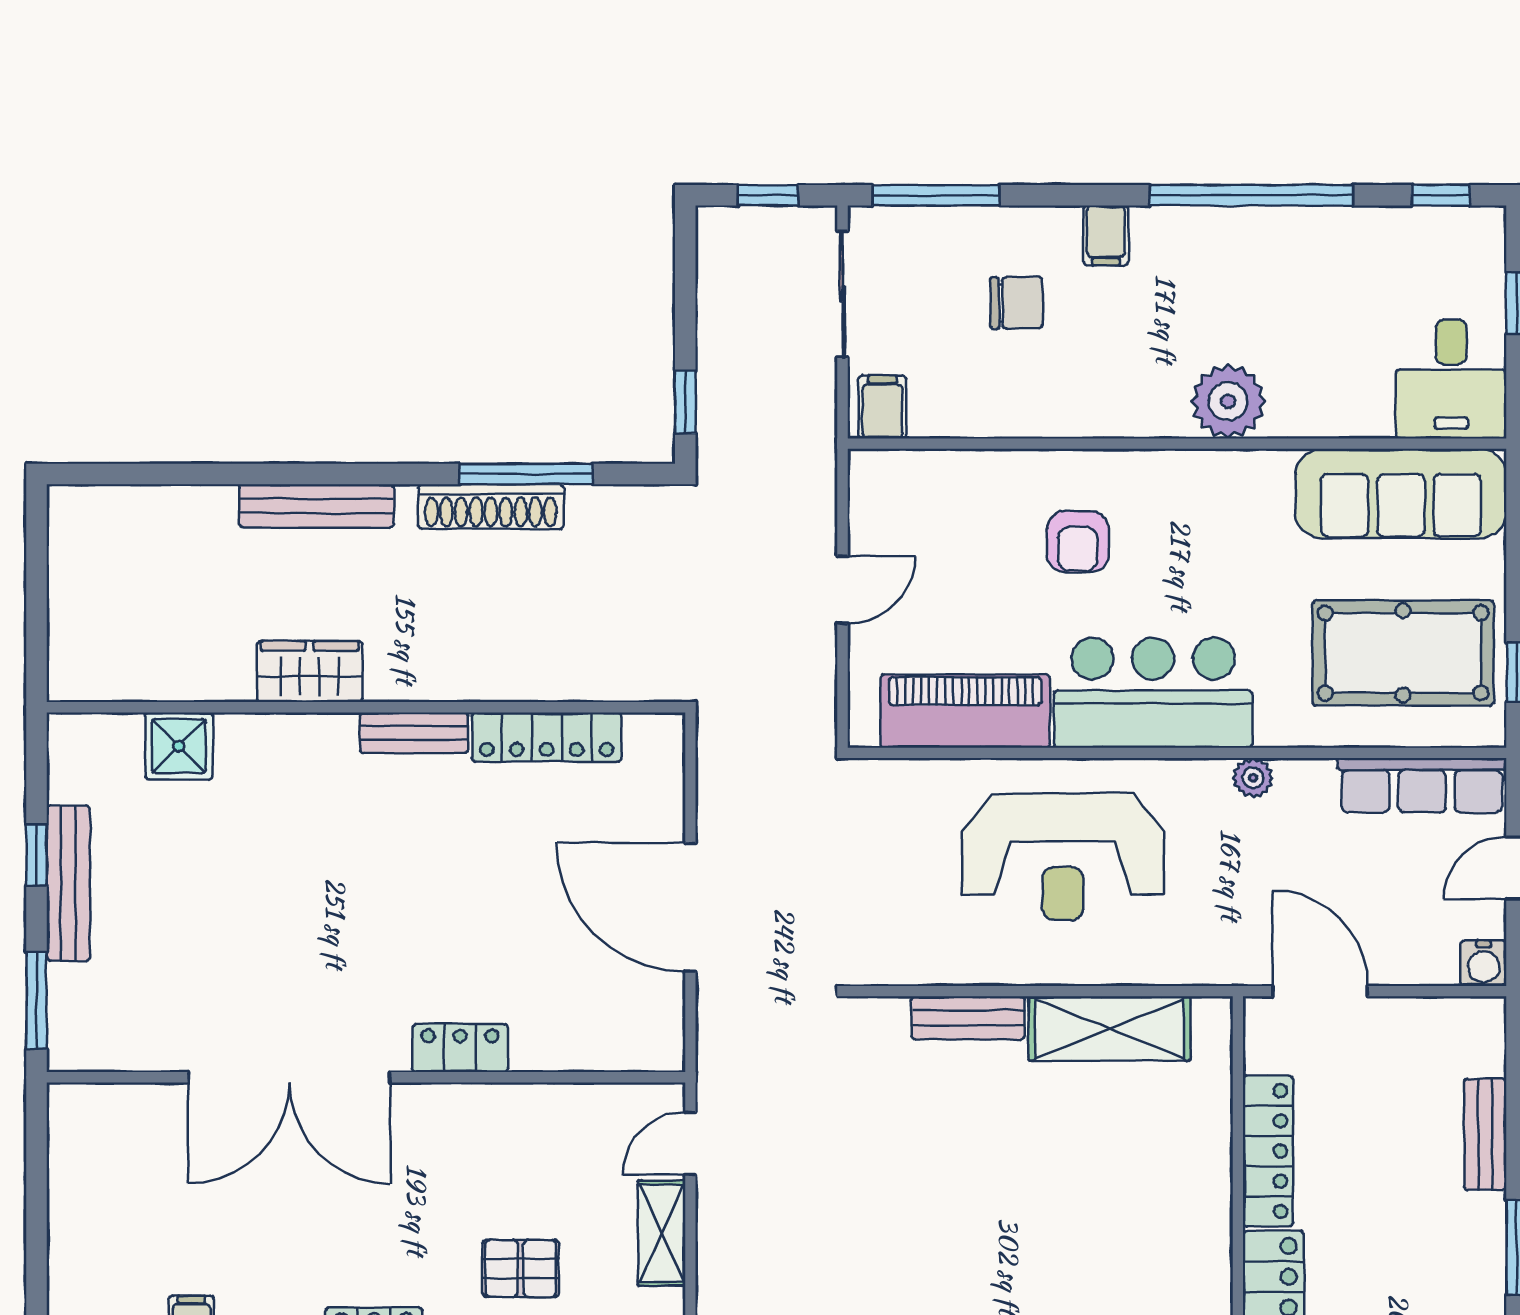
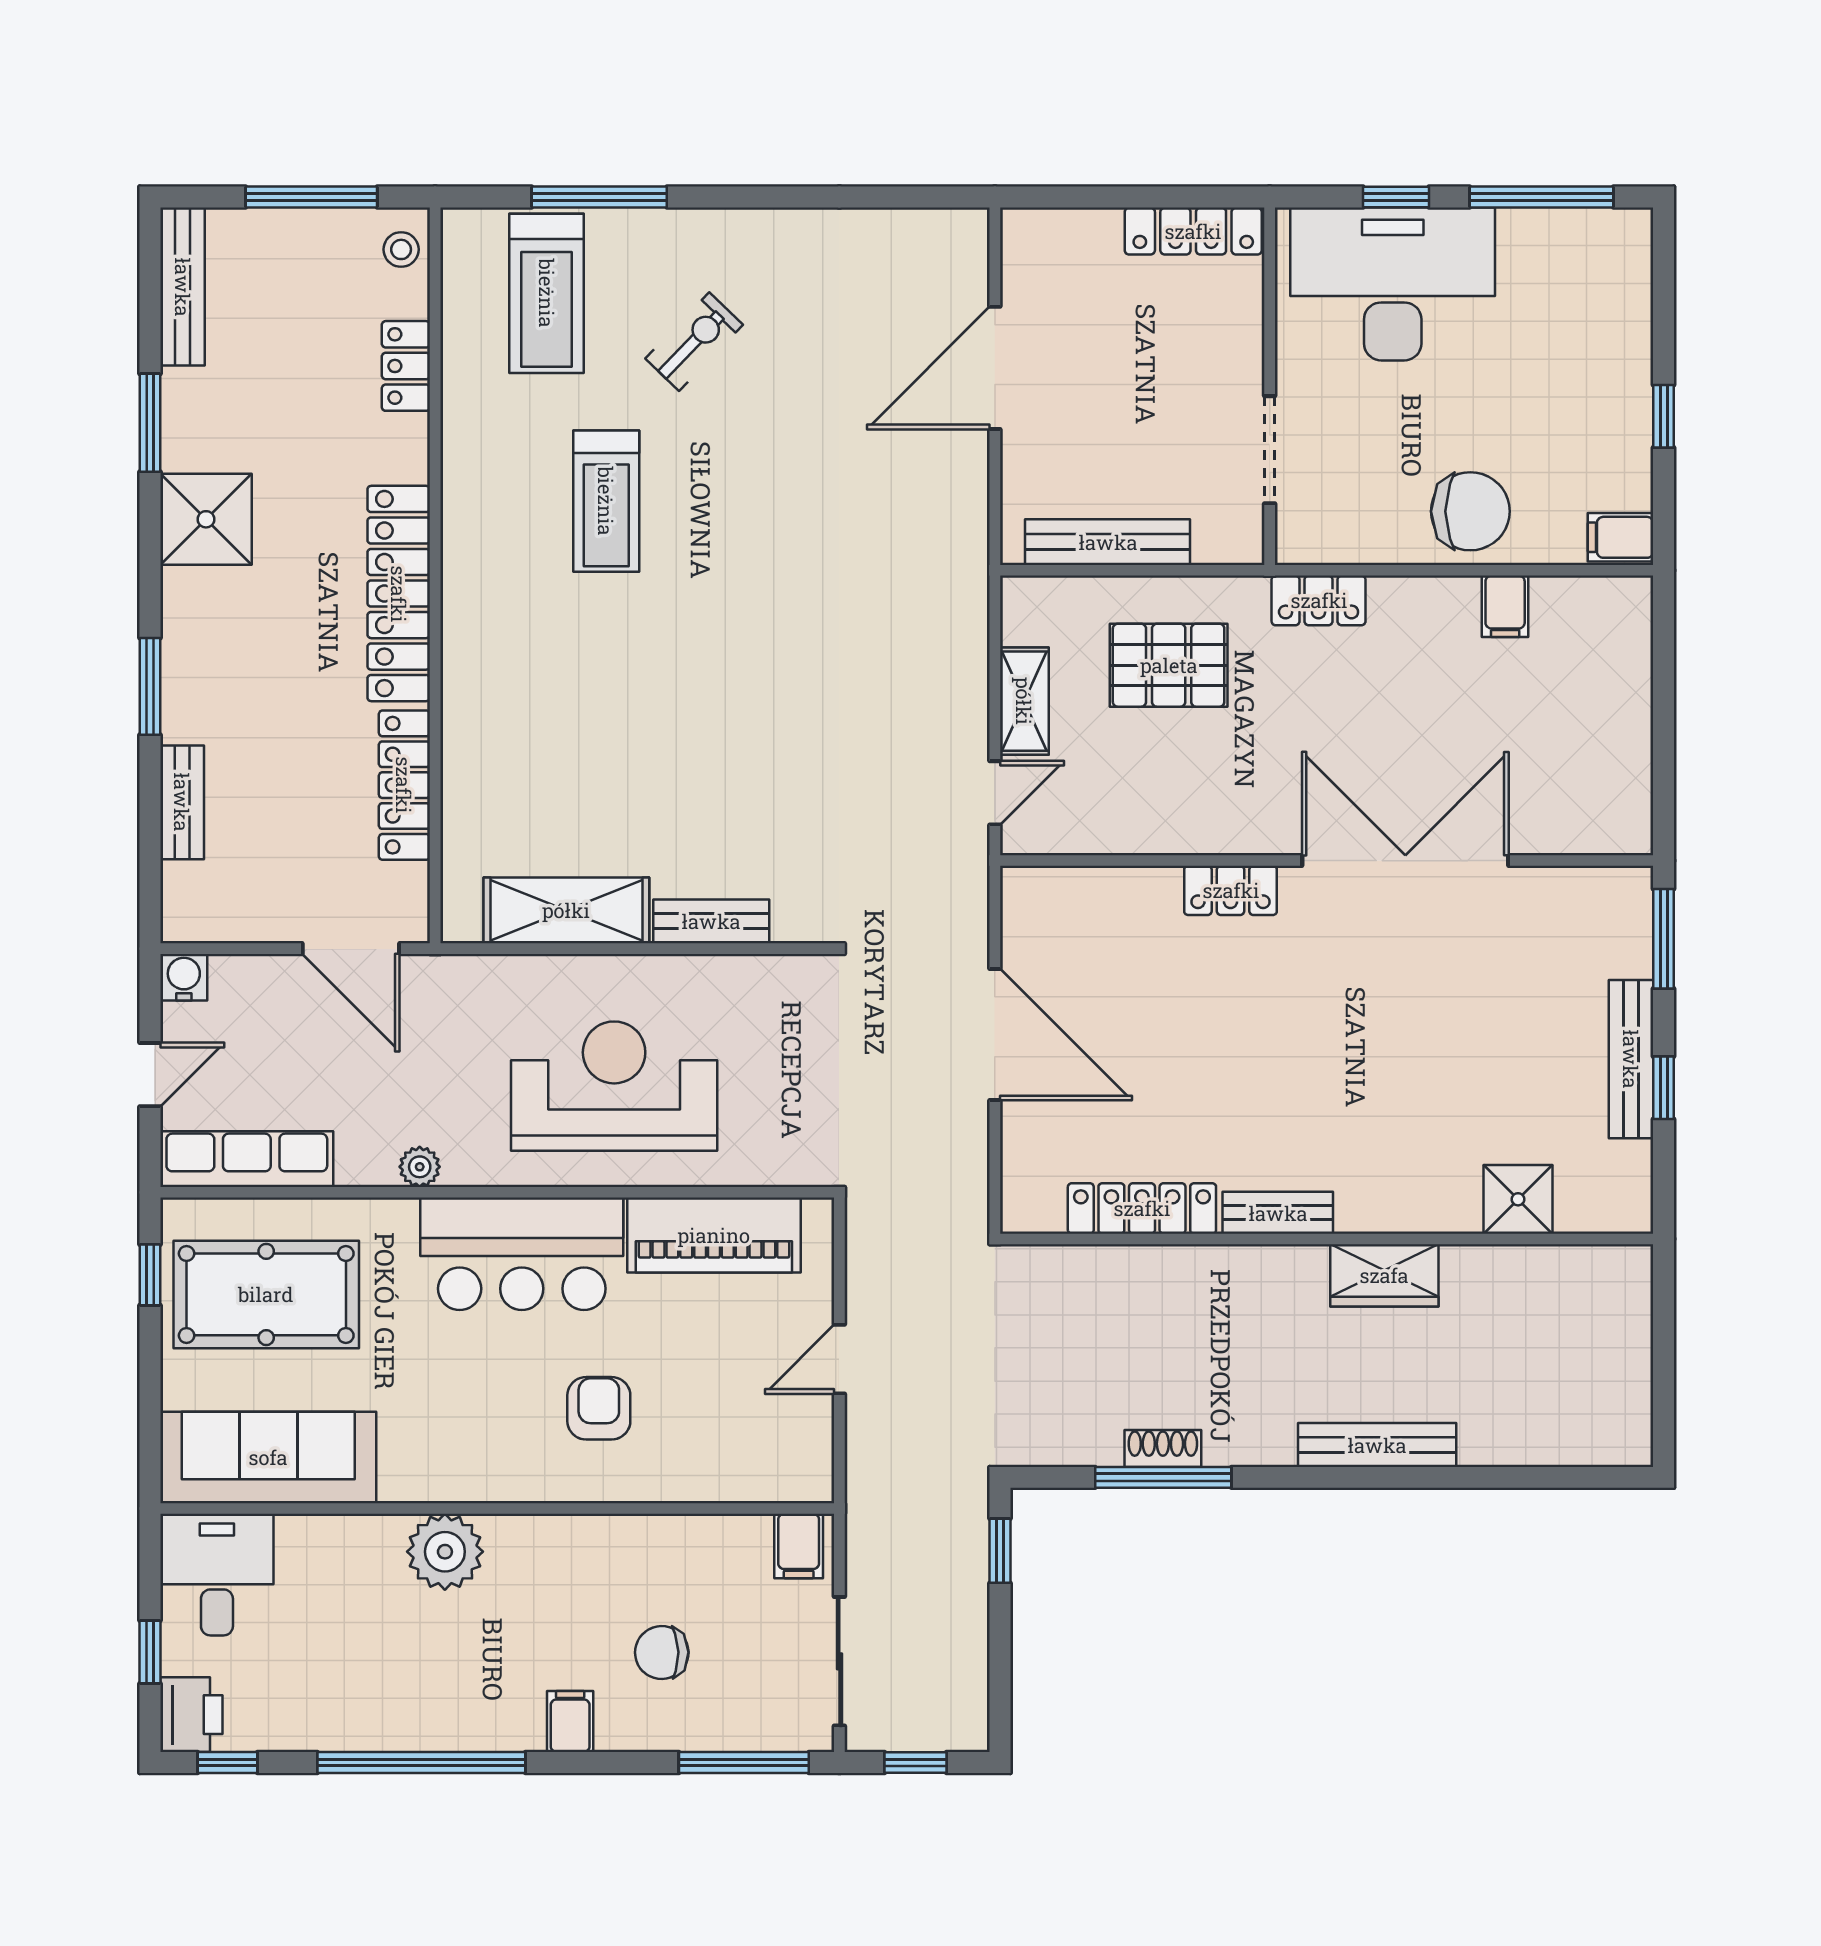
printer: (1476, 242) -> (191, 1715), added
shoe rack: (491, 507) -> (1163, 1448), width x0.51, depth x0.81
pallet: (521, 1268) -> (1169, 665), width x1.50, depth x1.42

